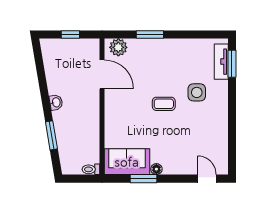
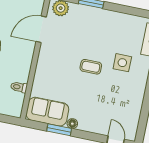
door: (102, 74) -> (41, 29), swing flipped
toilet: (91, 169) -> (19, 87), moved

